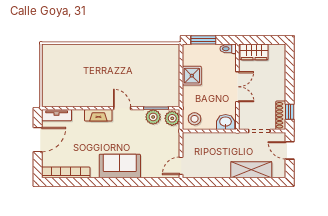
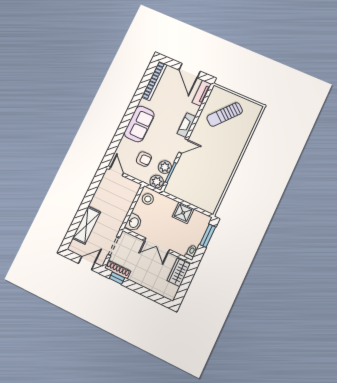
sun lounger: (69, 80) -> (225, 114), added
armchair: (155, 143) -> (144, 159), added

